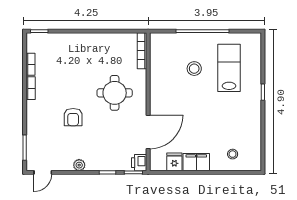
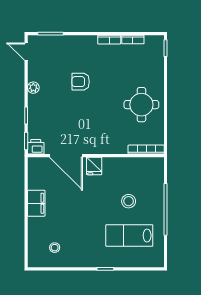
lab bench: (229, 68) -> (129, 236), turned 180
round table: (115, 93) -> (141, 105), moved
stool: (233, 154) -> (55, 248), moved
fridge: (174, 162) -> (94, 166), moved, turned 90

